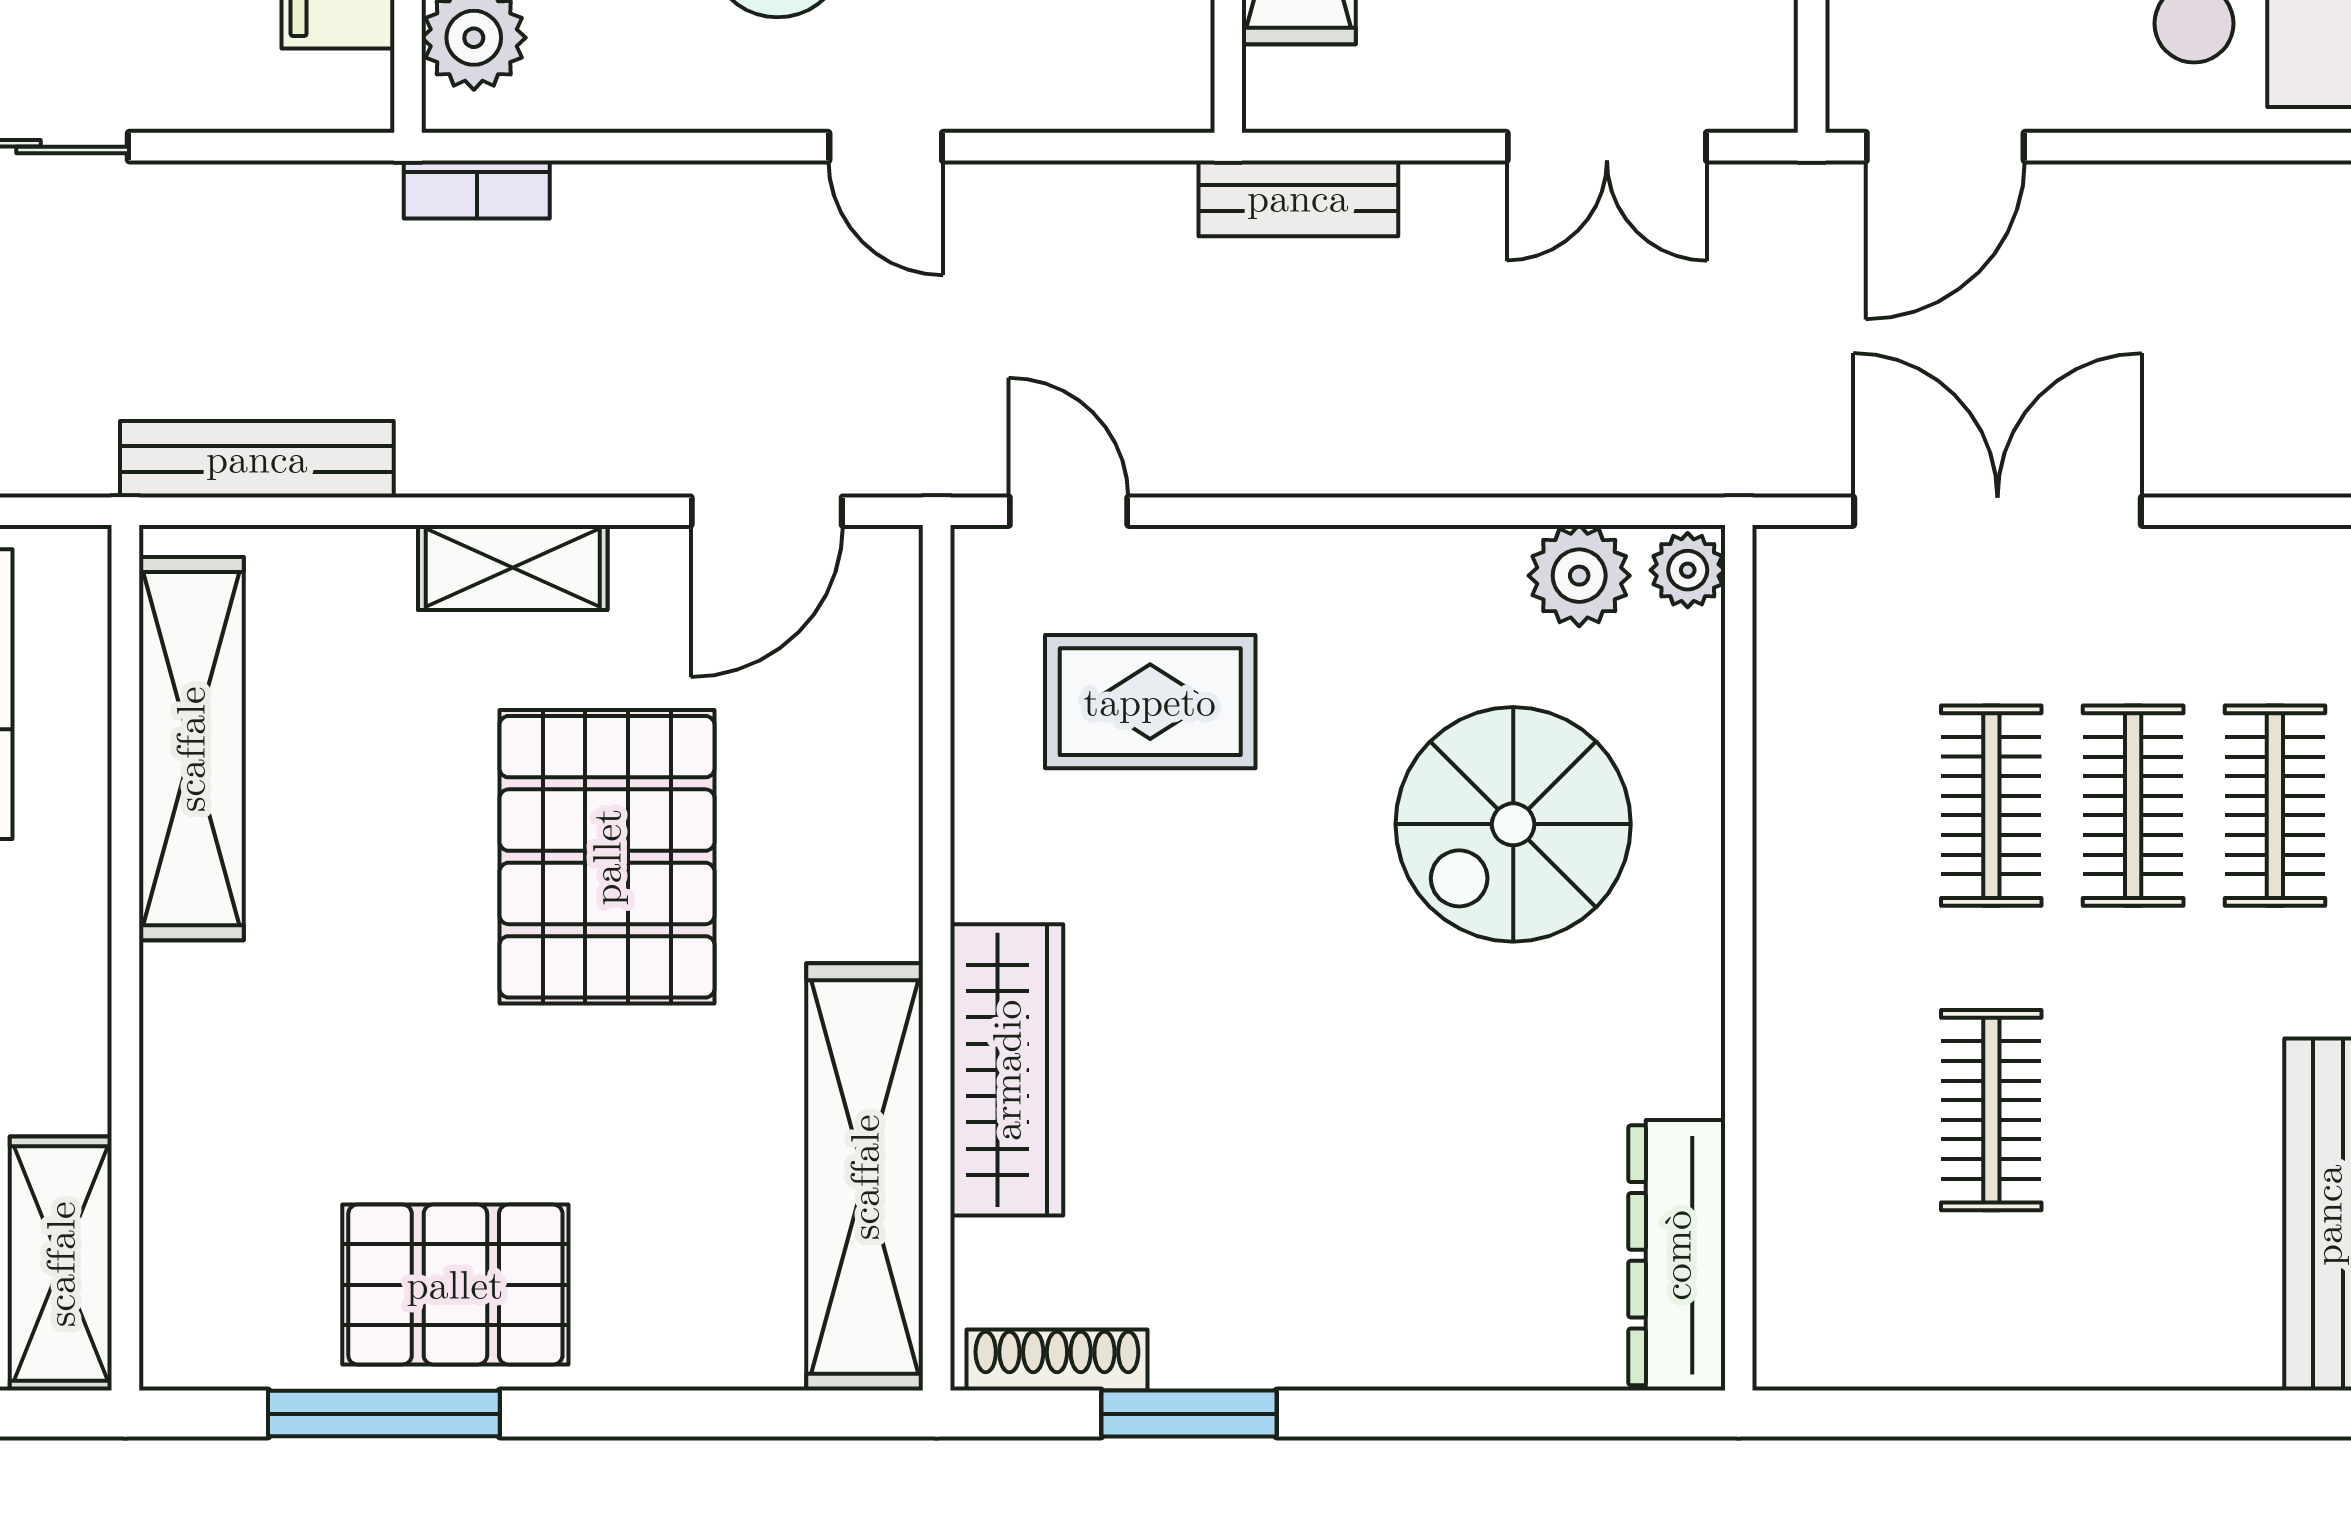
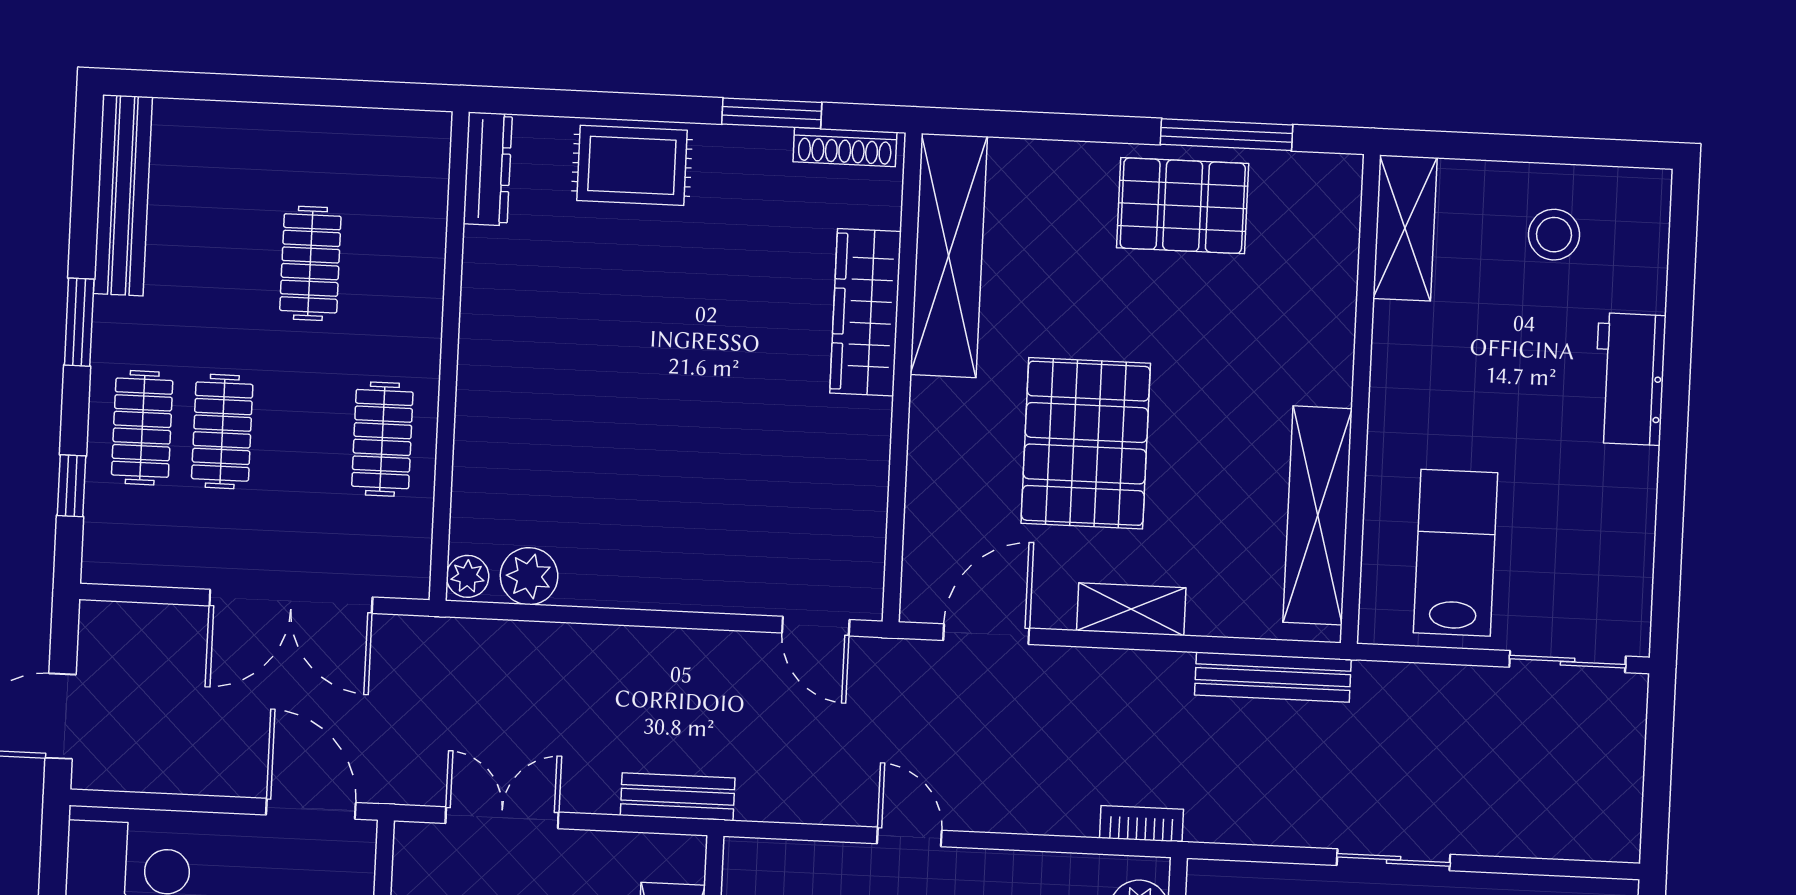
door: (1945, 147) -> (311, 809), hinge flipped
rug: (1150, 702) -> (632, 165), moved
clothes rail: (1991, 806) -> (382, 439), moved
spiral stairs: (1513, 824) -> (573, 437), removed
dresser: (1677, 1255) -> (488, 169), width x0.73, depth x0.80

